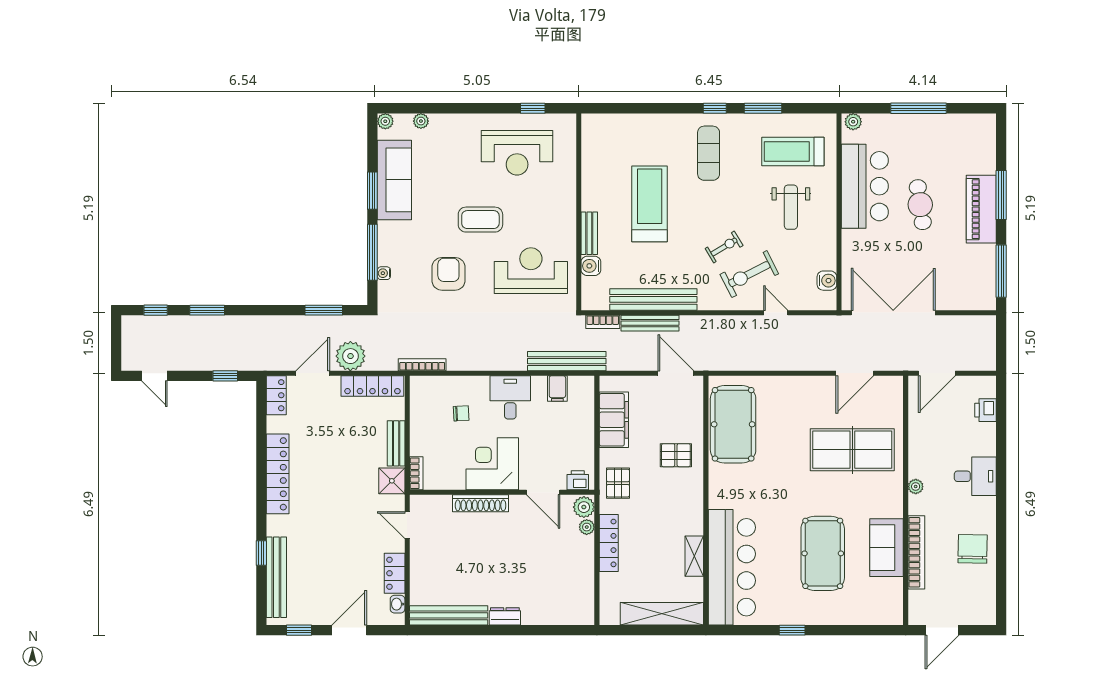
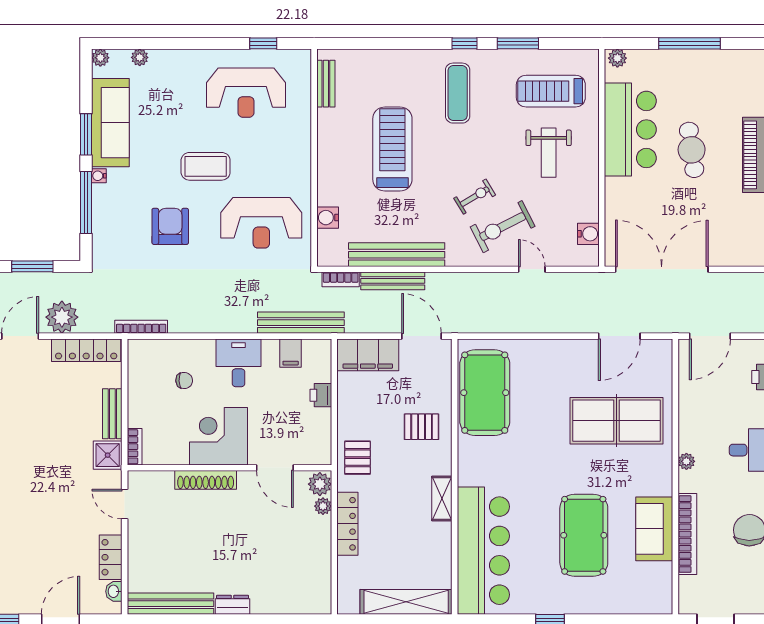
bench: (589, 233) -> (326, 84), moved
reception desk: (531, 271) -> (261, 223), turned 180
water cooler: (384, 273) -> (99, 176), moved
filing cabinet: (614, 420) -> (368, 355), moved, turned 90
printer: (578, 480) -> (321, 395), moved, turned -90
shelving: (694, 556) -> (442, 499), moved

